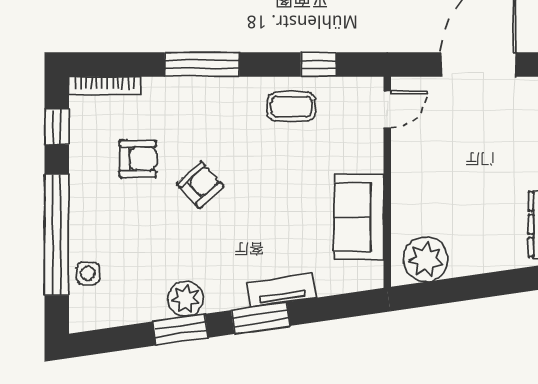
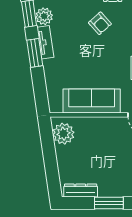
sofa: (359, 217) -> (92, 101), width x1.36
tv unit: (282, 290) -> (45, 42), moved

